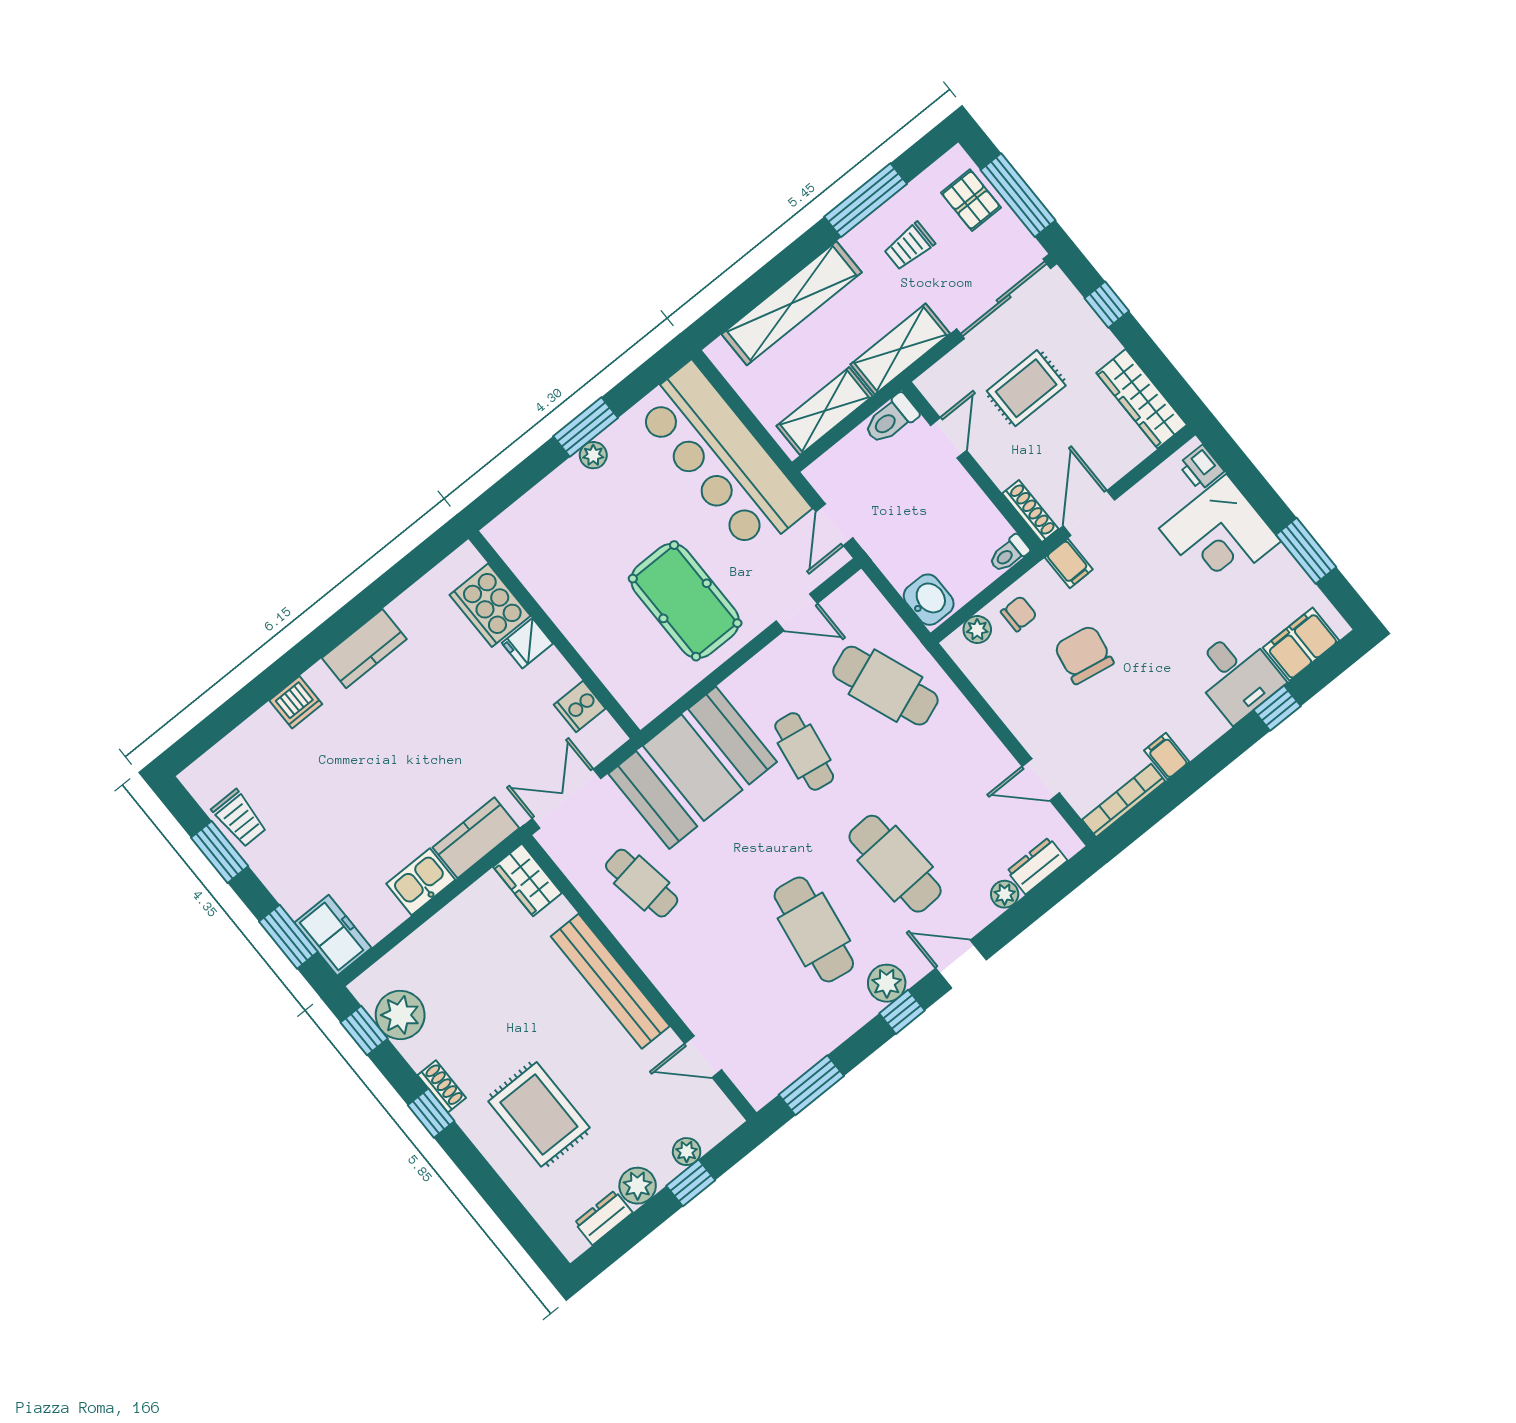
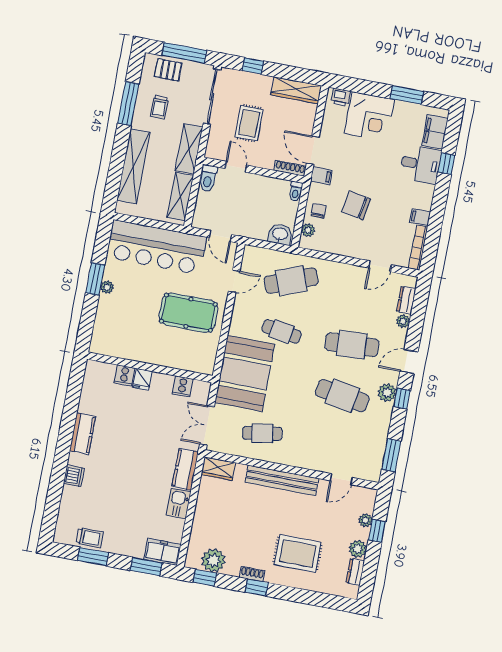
cooker: (490, 605) -> (124, 375), width x0.53, depth x0.76

